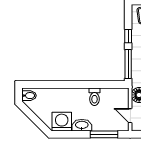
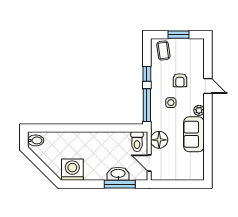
toilet: (94, 97) -> (137, 142), moved
washbasin: (82, 125) -> (118, 174), moved

